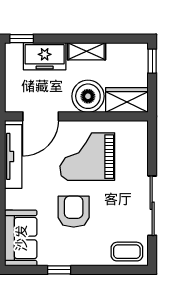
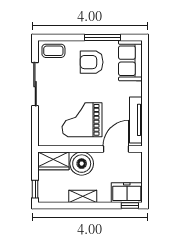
freezer: (45, 56) -> (127, 193), moved
grand piano: (87, 157) -> (82, 120), turned 180
armchair: (74, 212) -> (92, 62), moved, turned 90
window: (59, 270) -> (103, 38), width x2.17

